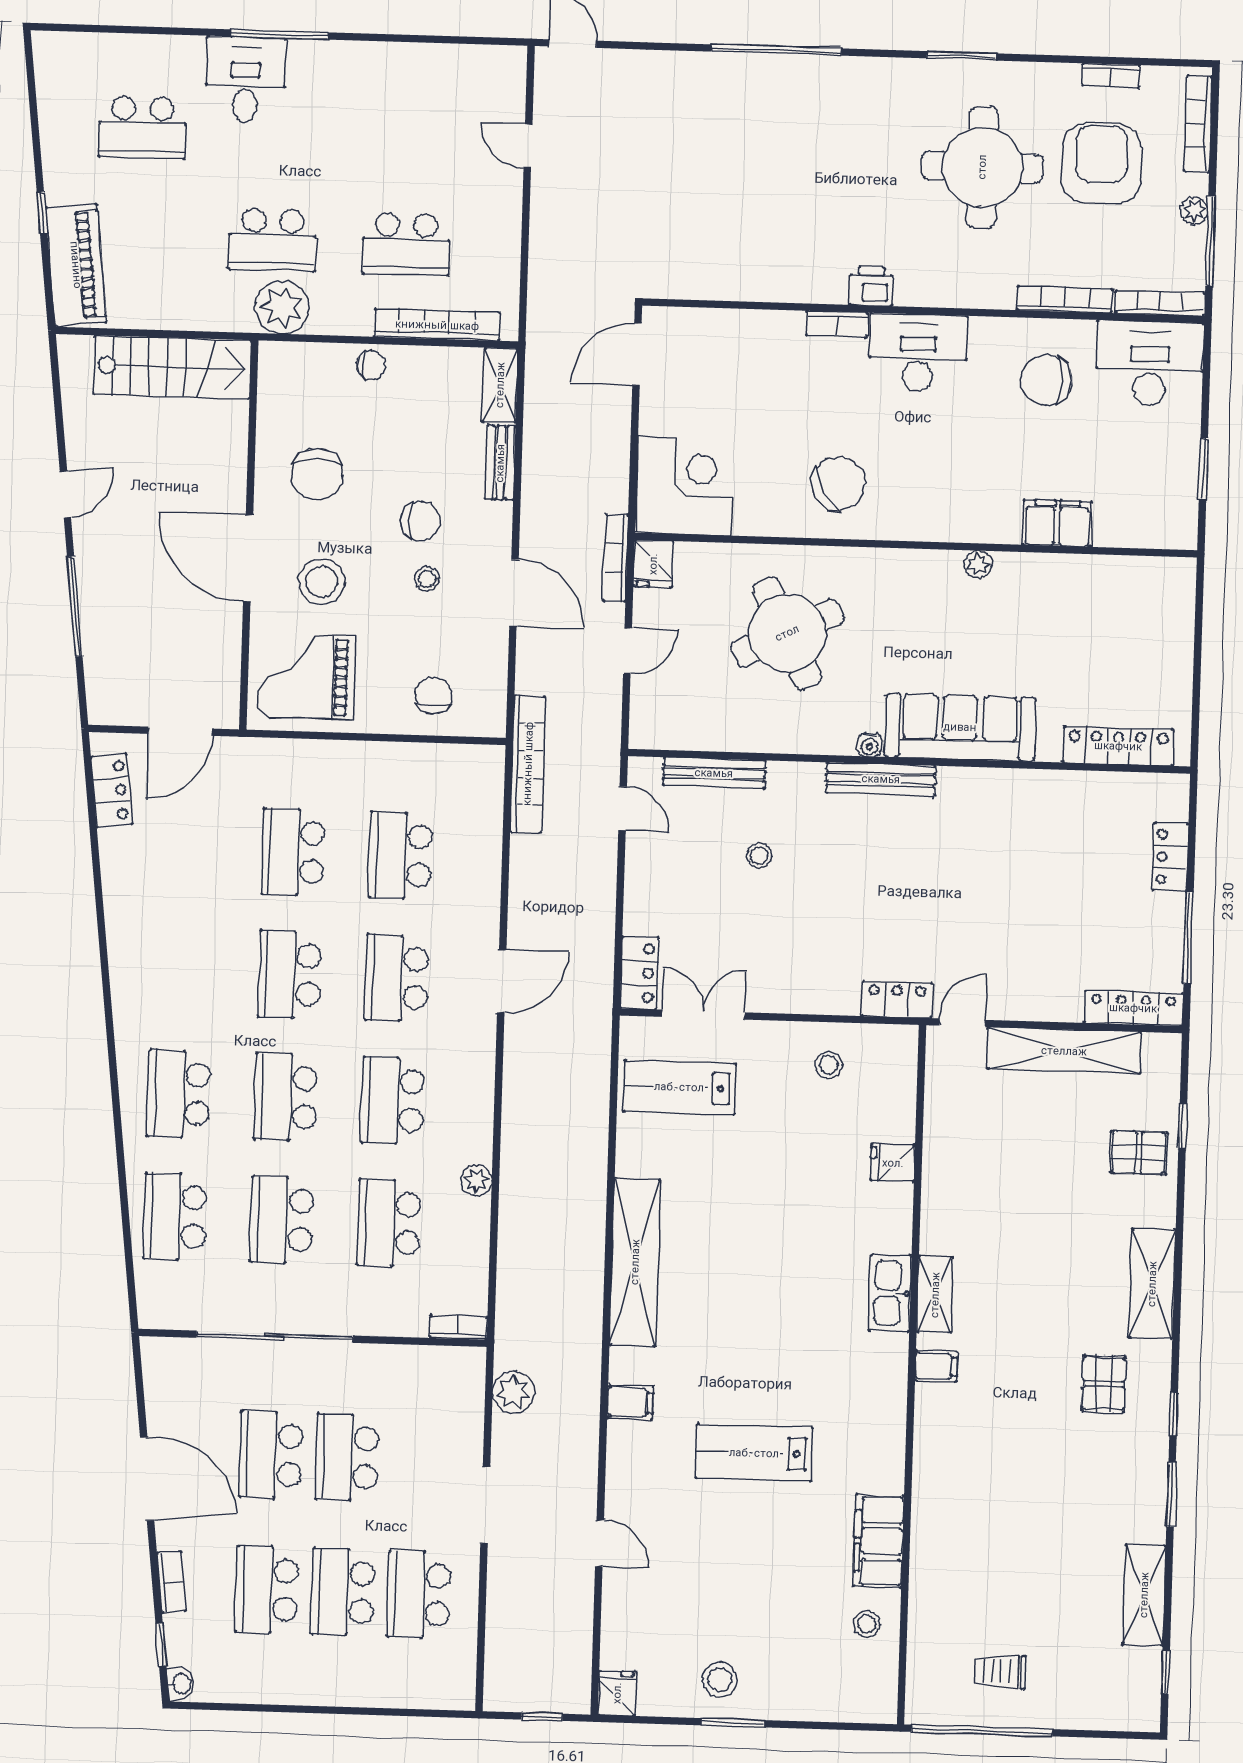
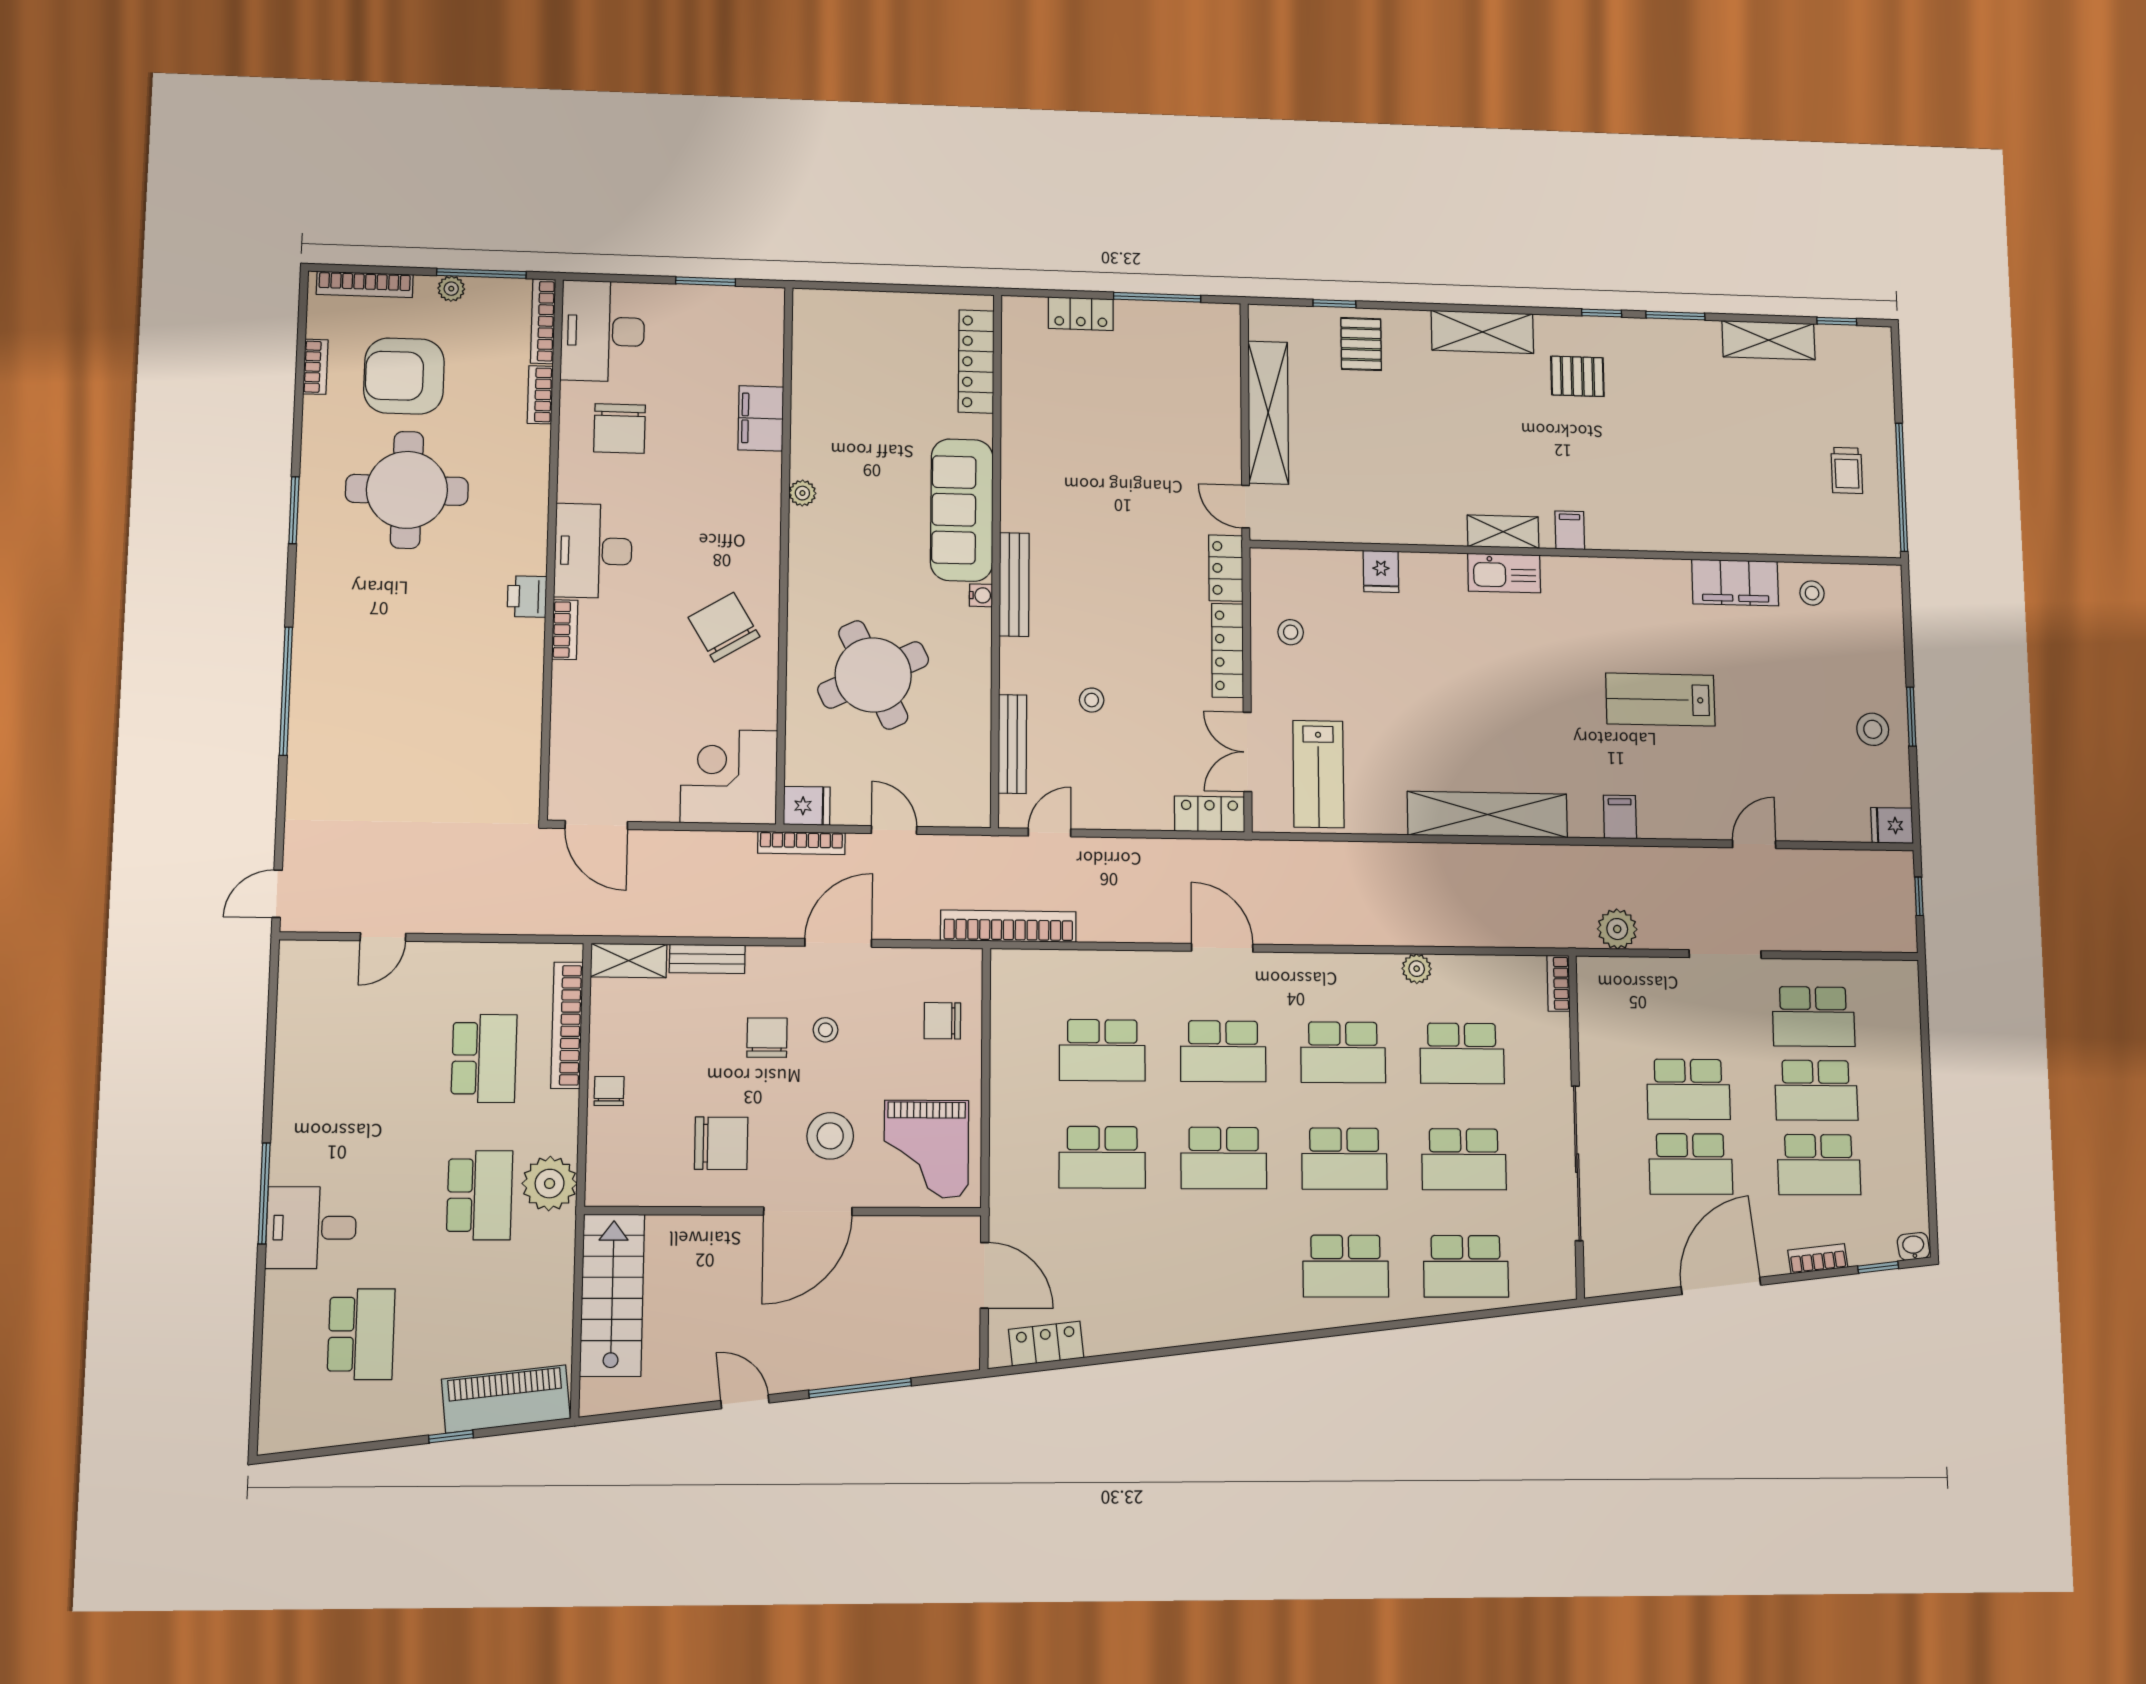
bookcase: (1065, 299) -> (540, 395), width x0.64
locker: (1133, 1008) -> (1228, 650), moved
lab bench: (754, 1453) -> (1660, 699), turned 90

